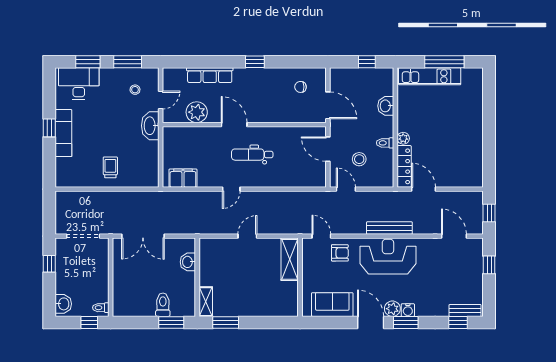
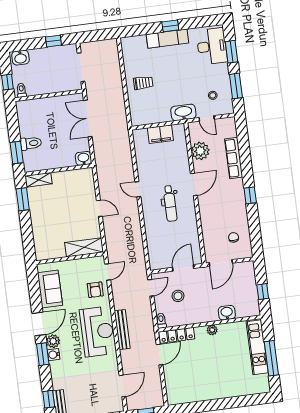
plant: (403, 138) -> (212, 330), moved
toilet: (385, 143) -> (161, 321), moved
dental chair: (252, 155) -> (170, 203), turned 180
filing cabinet: (183, 178) -> (160, 134), moved, turned 90
washbasin: (188, 262) -> (83, 158), moved

